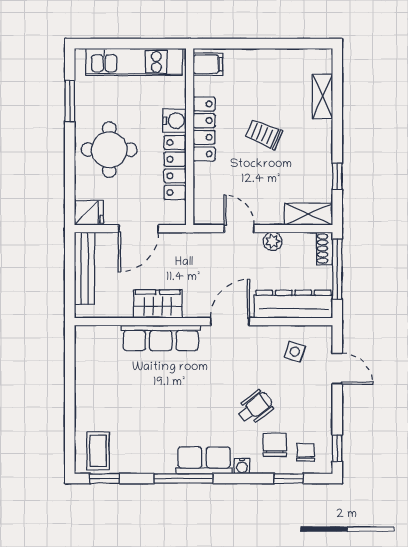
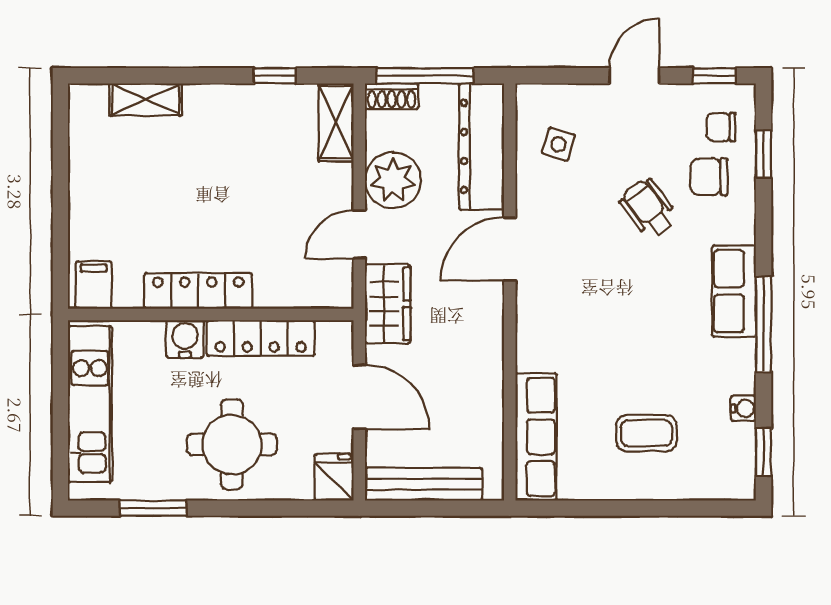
trolley: (264, 134) -> (207, 194), removed
plant: (273, 241) -> (393, 180), width x1.88, depth x1.88
wardrobe: (158, 304) -> (388, 304), moved, turned 180
door: (230, 322) -> (510, 249), hinge flipped
row of seats: (161, 338) -> (536, 437), moved
door: (337, 369) -> (634, 76), moved
coffee table: (98, 451) -> (646, 433), moved
water cooler: (242, 466) -> (743, 408), moved

